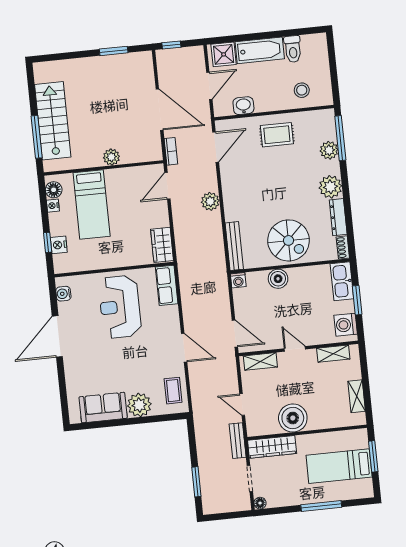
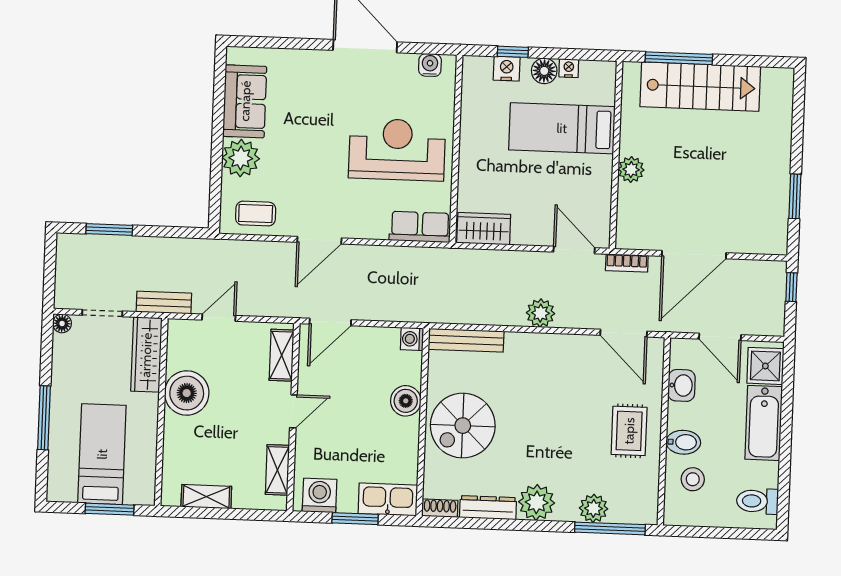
toilet: (293, 49) -> (757, 501), moved
bidet: (279, 99) -> (683, 442), added
floor lamp: (54, 190) -> (544, 71), moved

